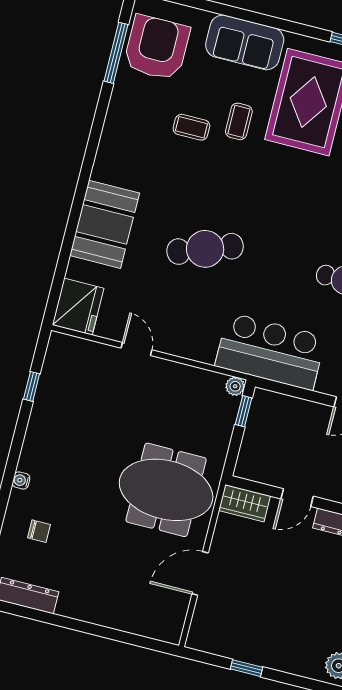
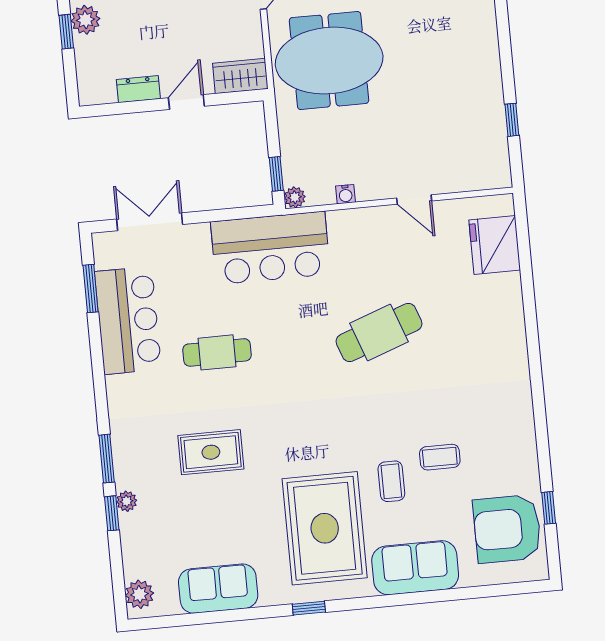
armchair: (157, 48) -> (507, 529), turned 90
window: (116, 53) -> (549, 508), width x0.46
booth: (105, 224) -> (496, 320), removed
fridge: (78, 307) -> (495, 245), moved
water cooler: (21, 480) -> (346, 194), moved, turned 90

